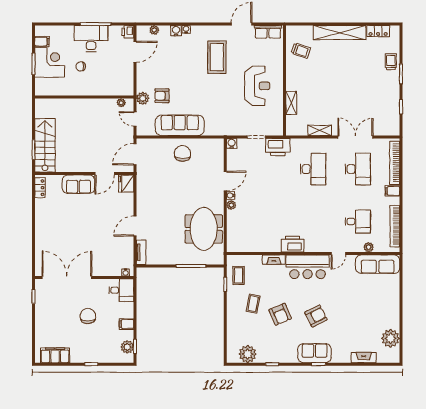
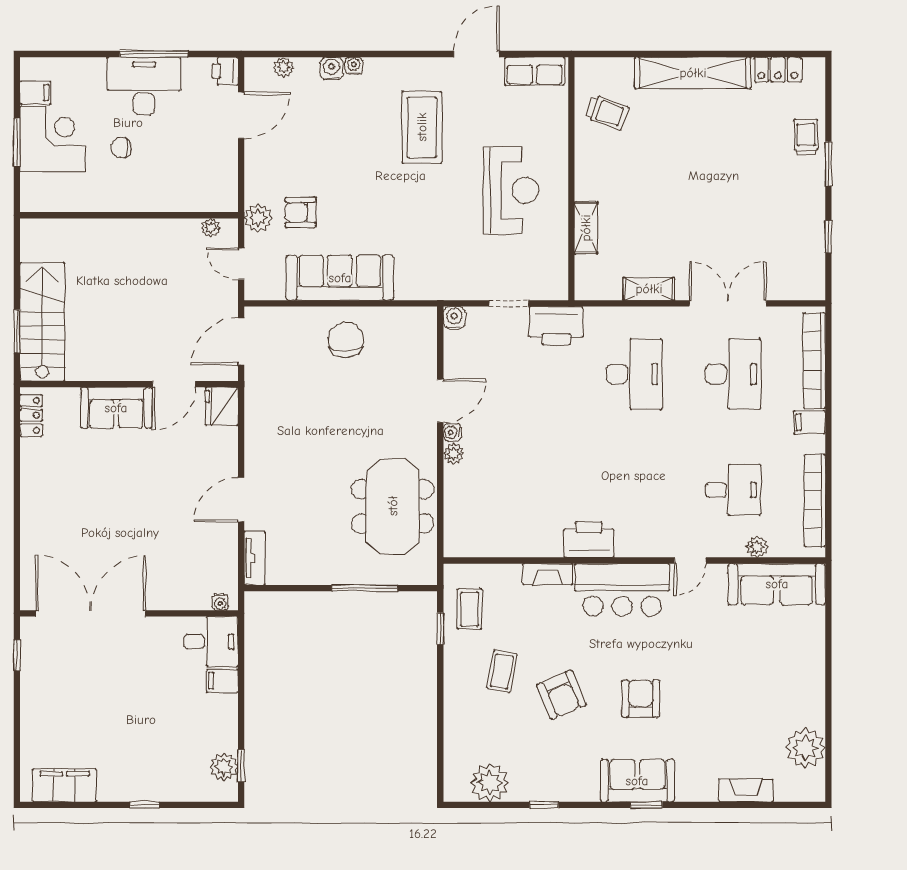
chair: (88, 316) -> (137, 699), removed
armchair: (316, 316) -> (641, 699), turned -63
filing cabinet: (127, 324) -> (222, 681), moved

